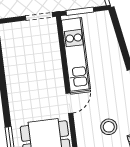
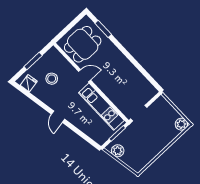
door: (69, 103) -> (85, 76), swing flipped

